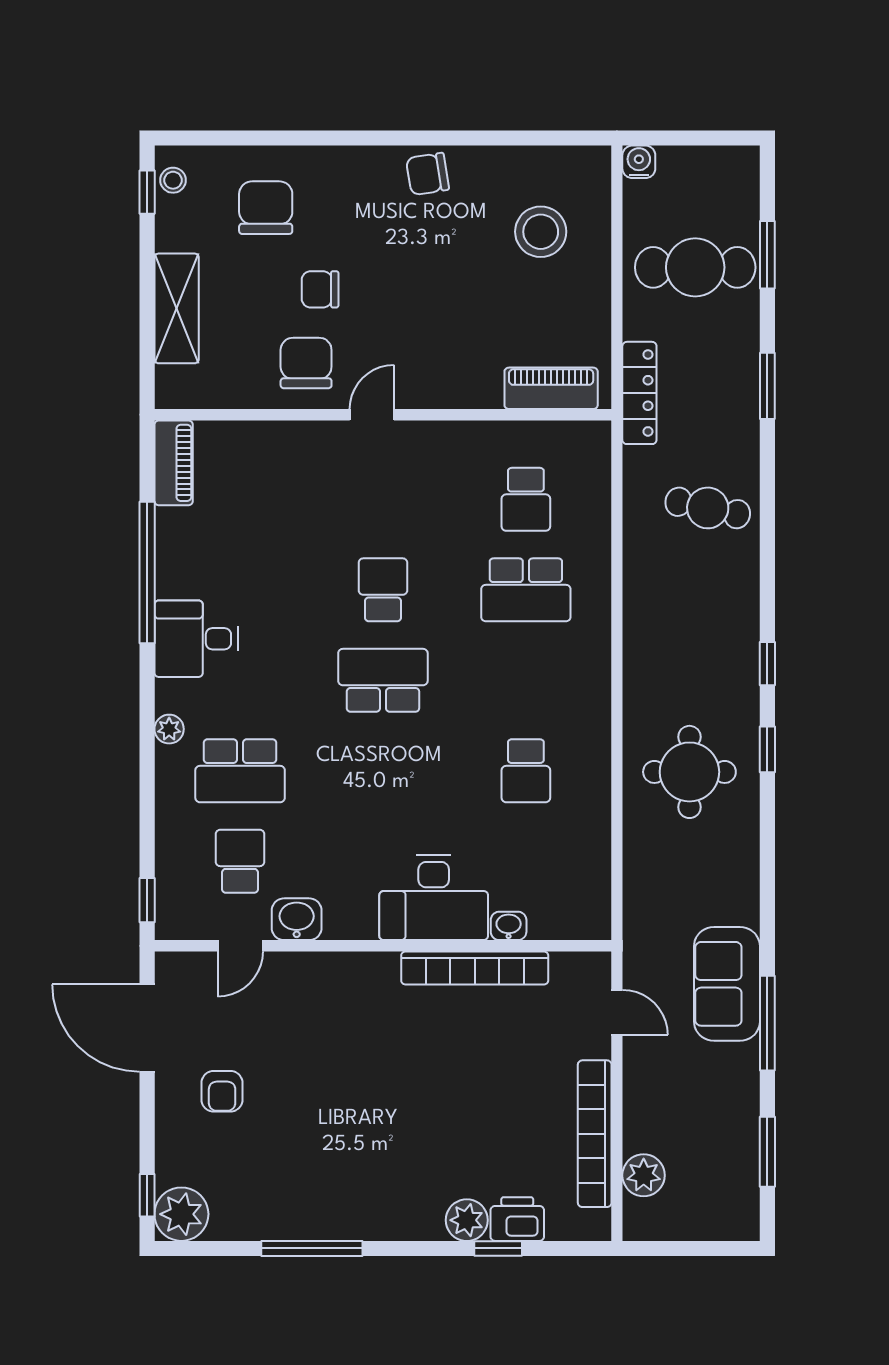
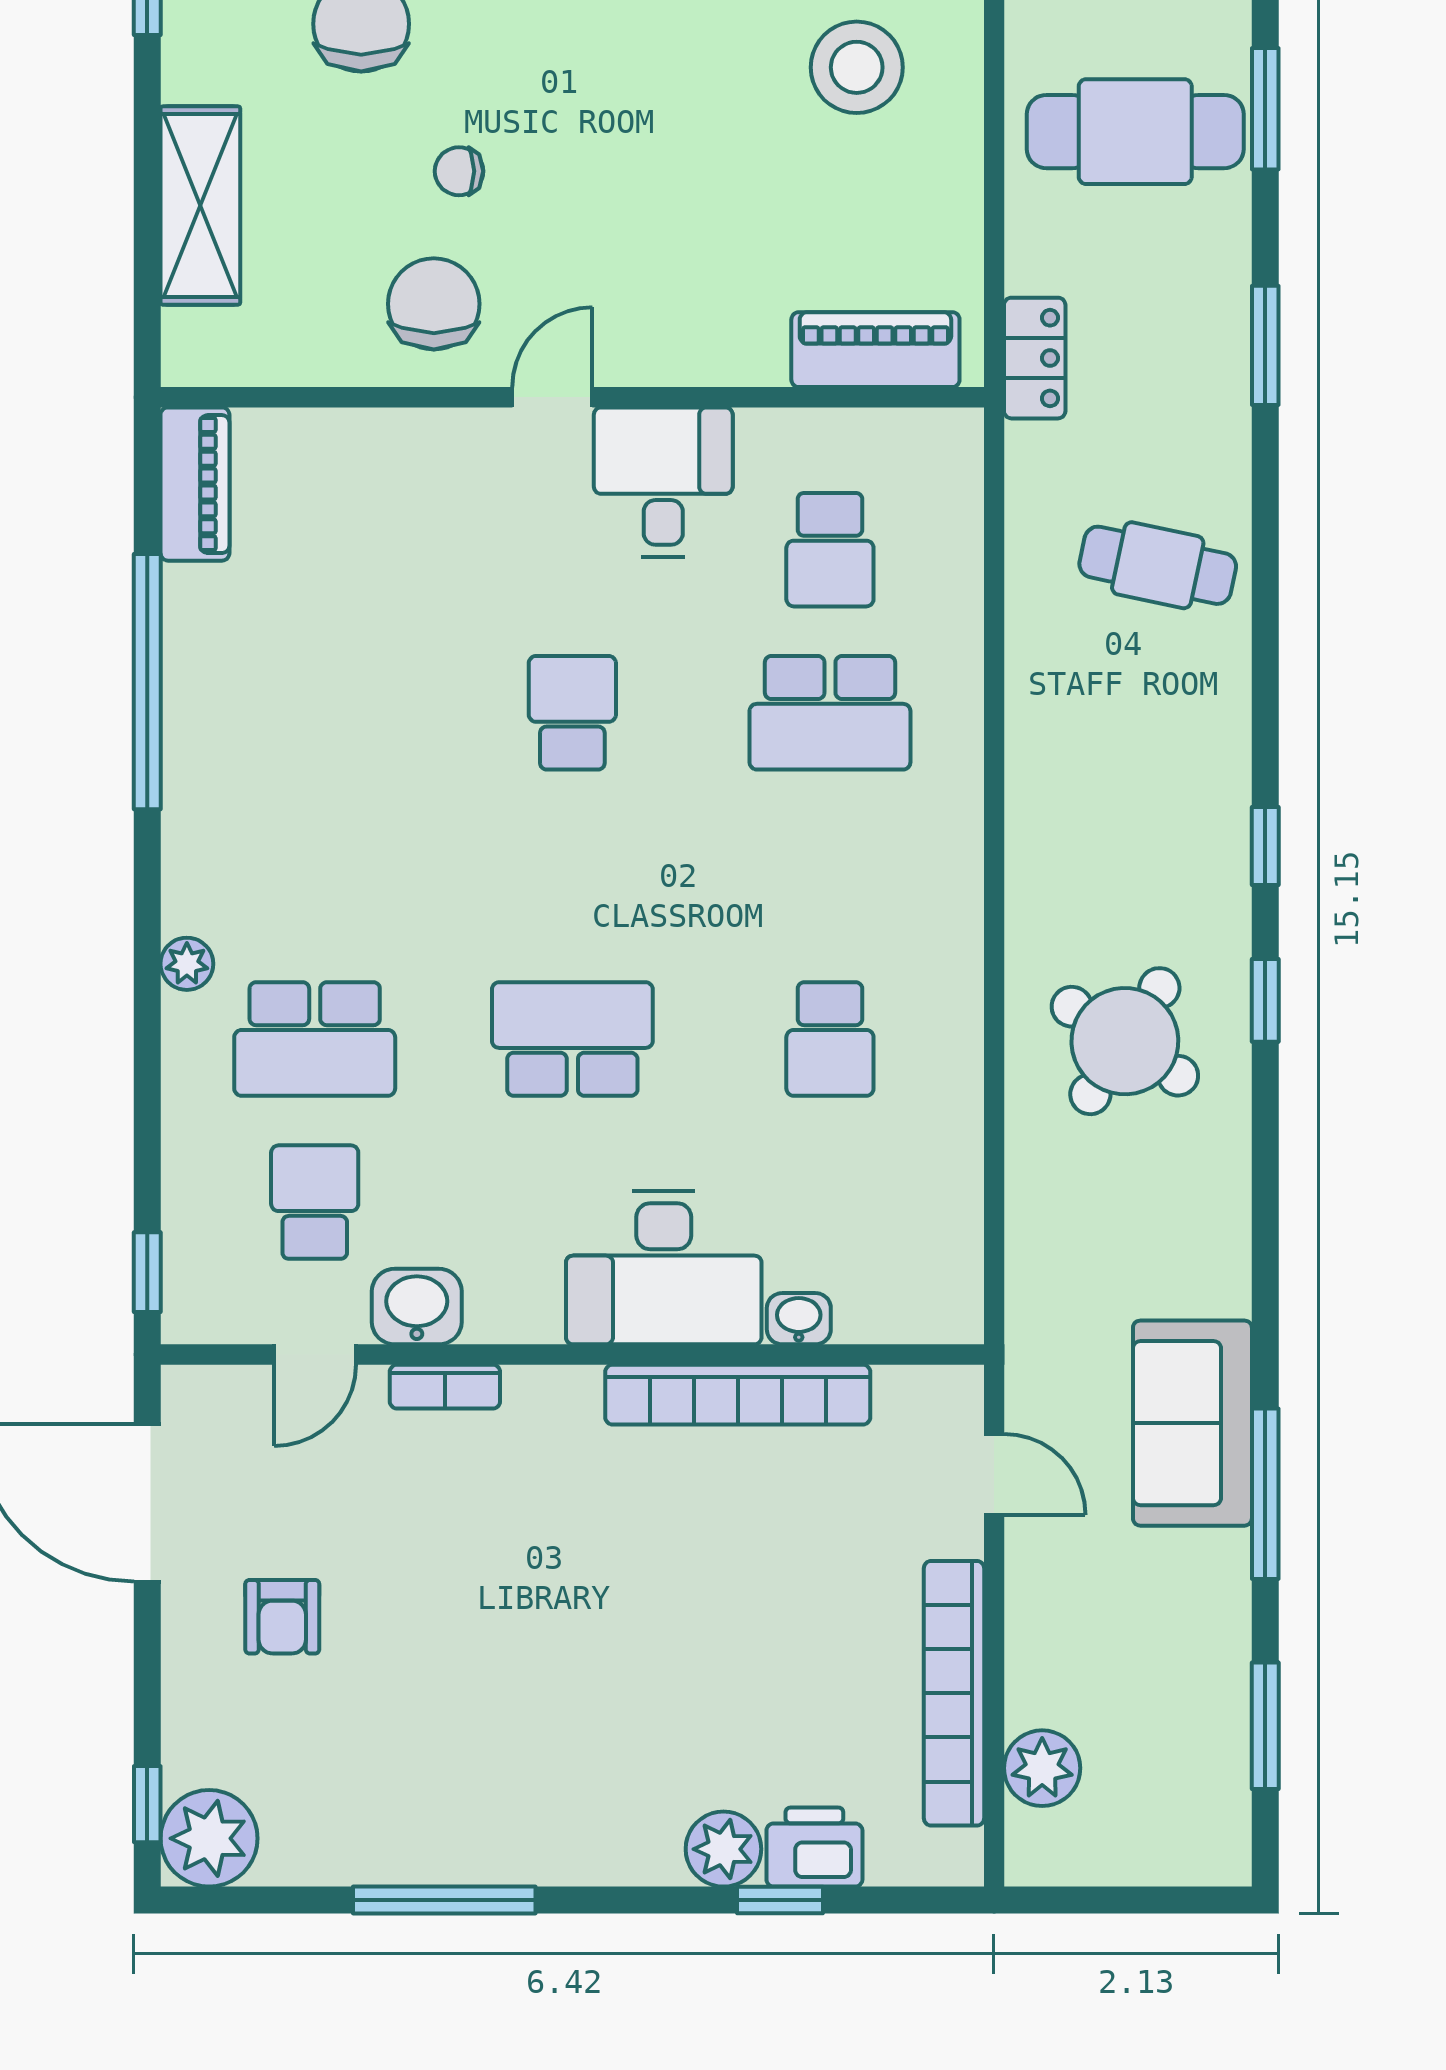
chair: (320, 289) -> (459, 171), width x0.73, depth x0.73
locker: (639, 393) -> (1035, 358), width x0.66
desk: (196, 639) -> (663, 482), moved, turned 90
school desk: (383, 680) -> (572, 1039), moved
round table: (689, 772) -> (1125, 1041), turned 33
bookcase: (312, 964) -> (445, 1387), added

